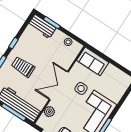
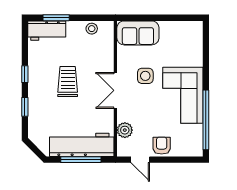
trolley: (23, 67) -> (68, 82), moved, turned 90
double door: (59, 86) -> (115, 90), width x0.73

